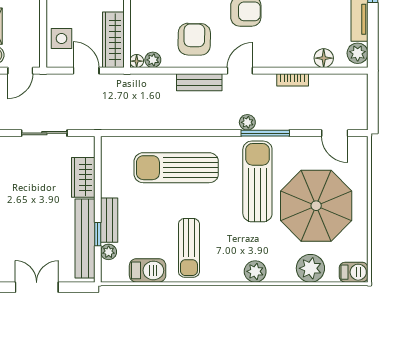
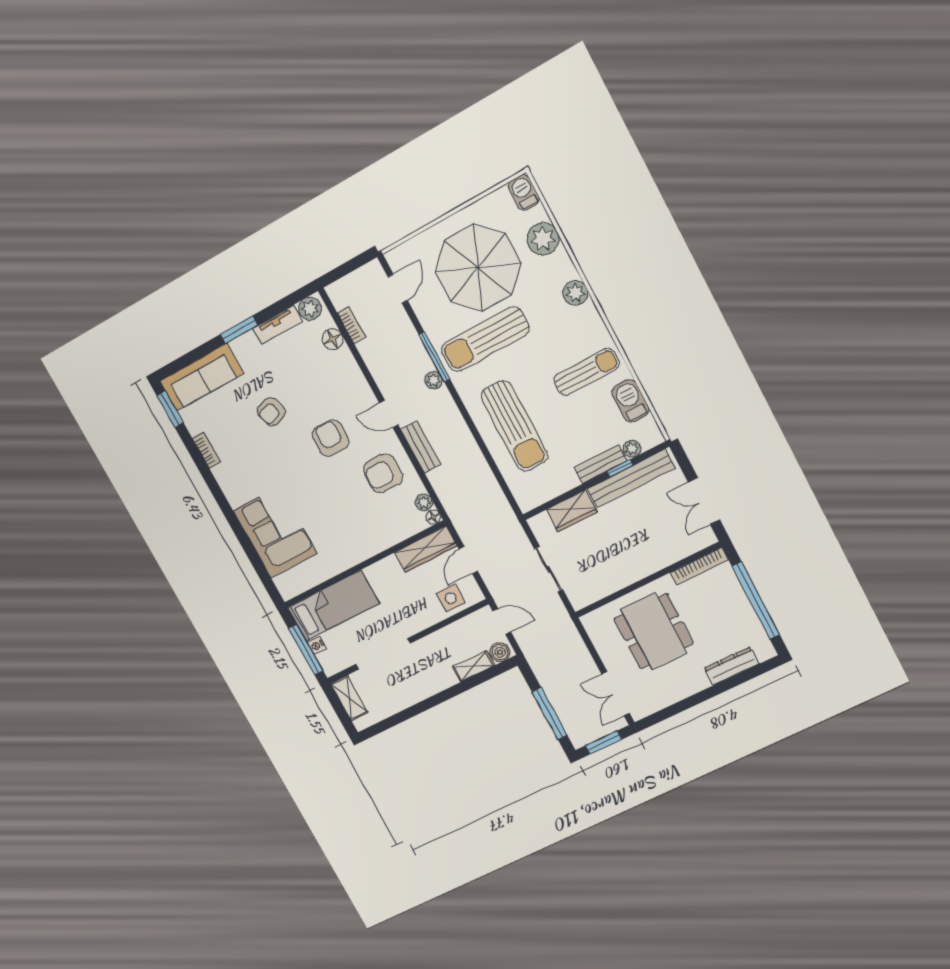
bookcase: (293, 80) -> (352, 325), moved

